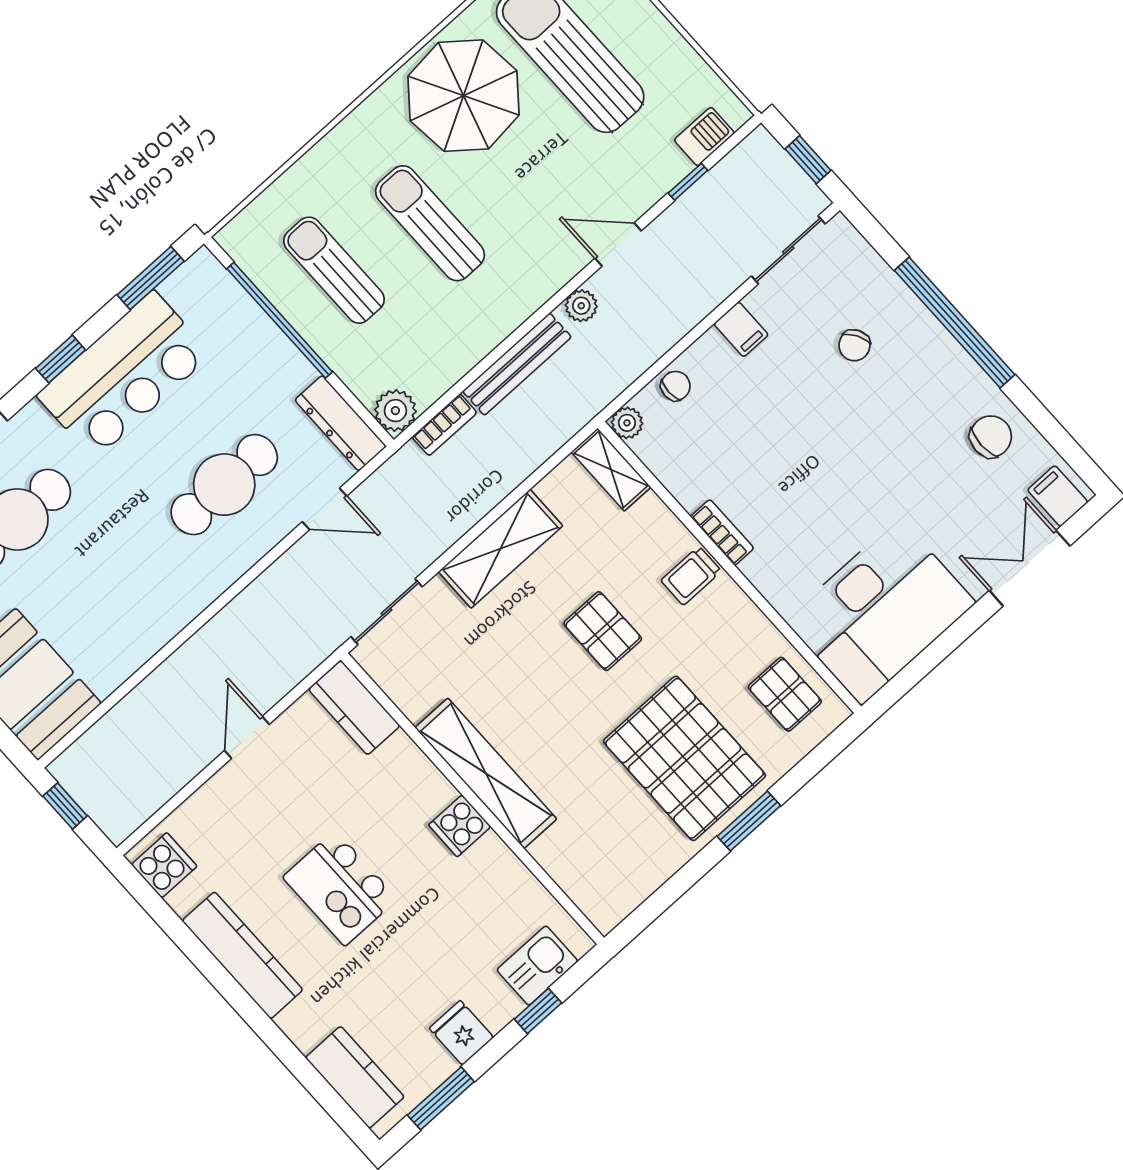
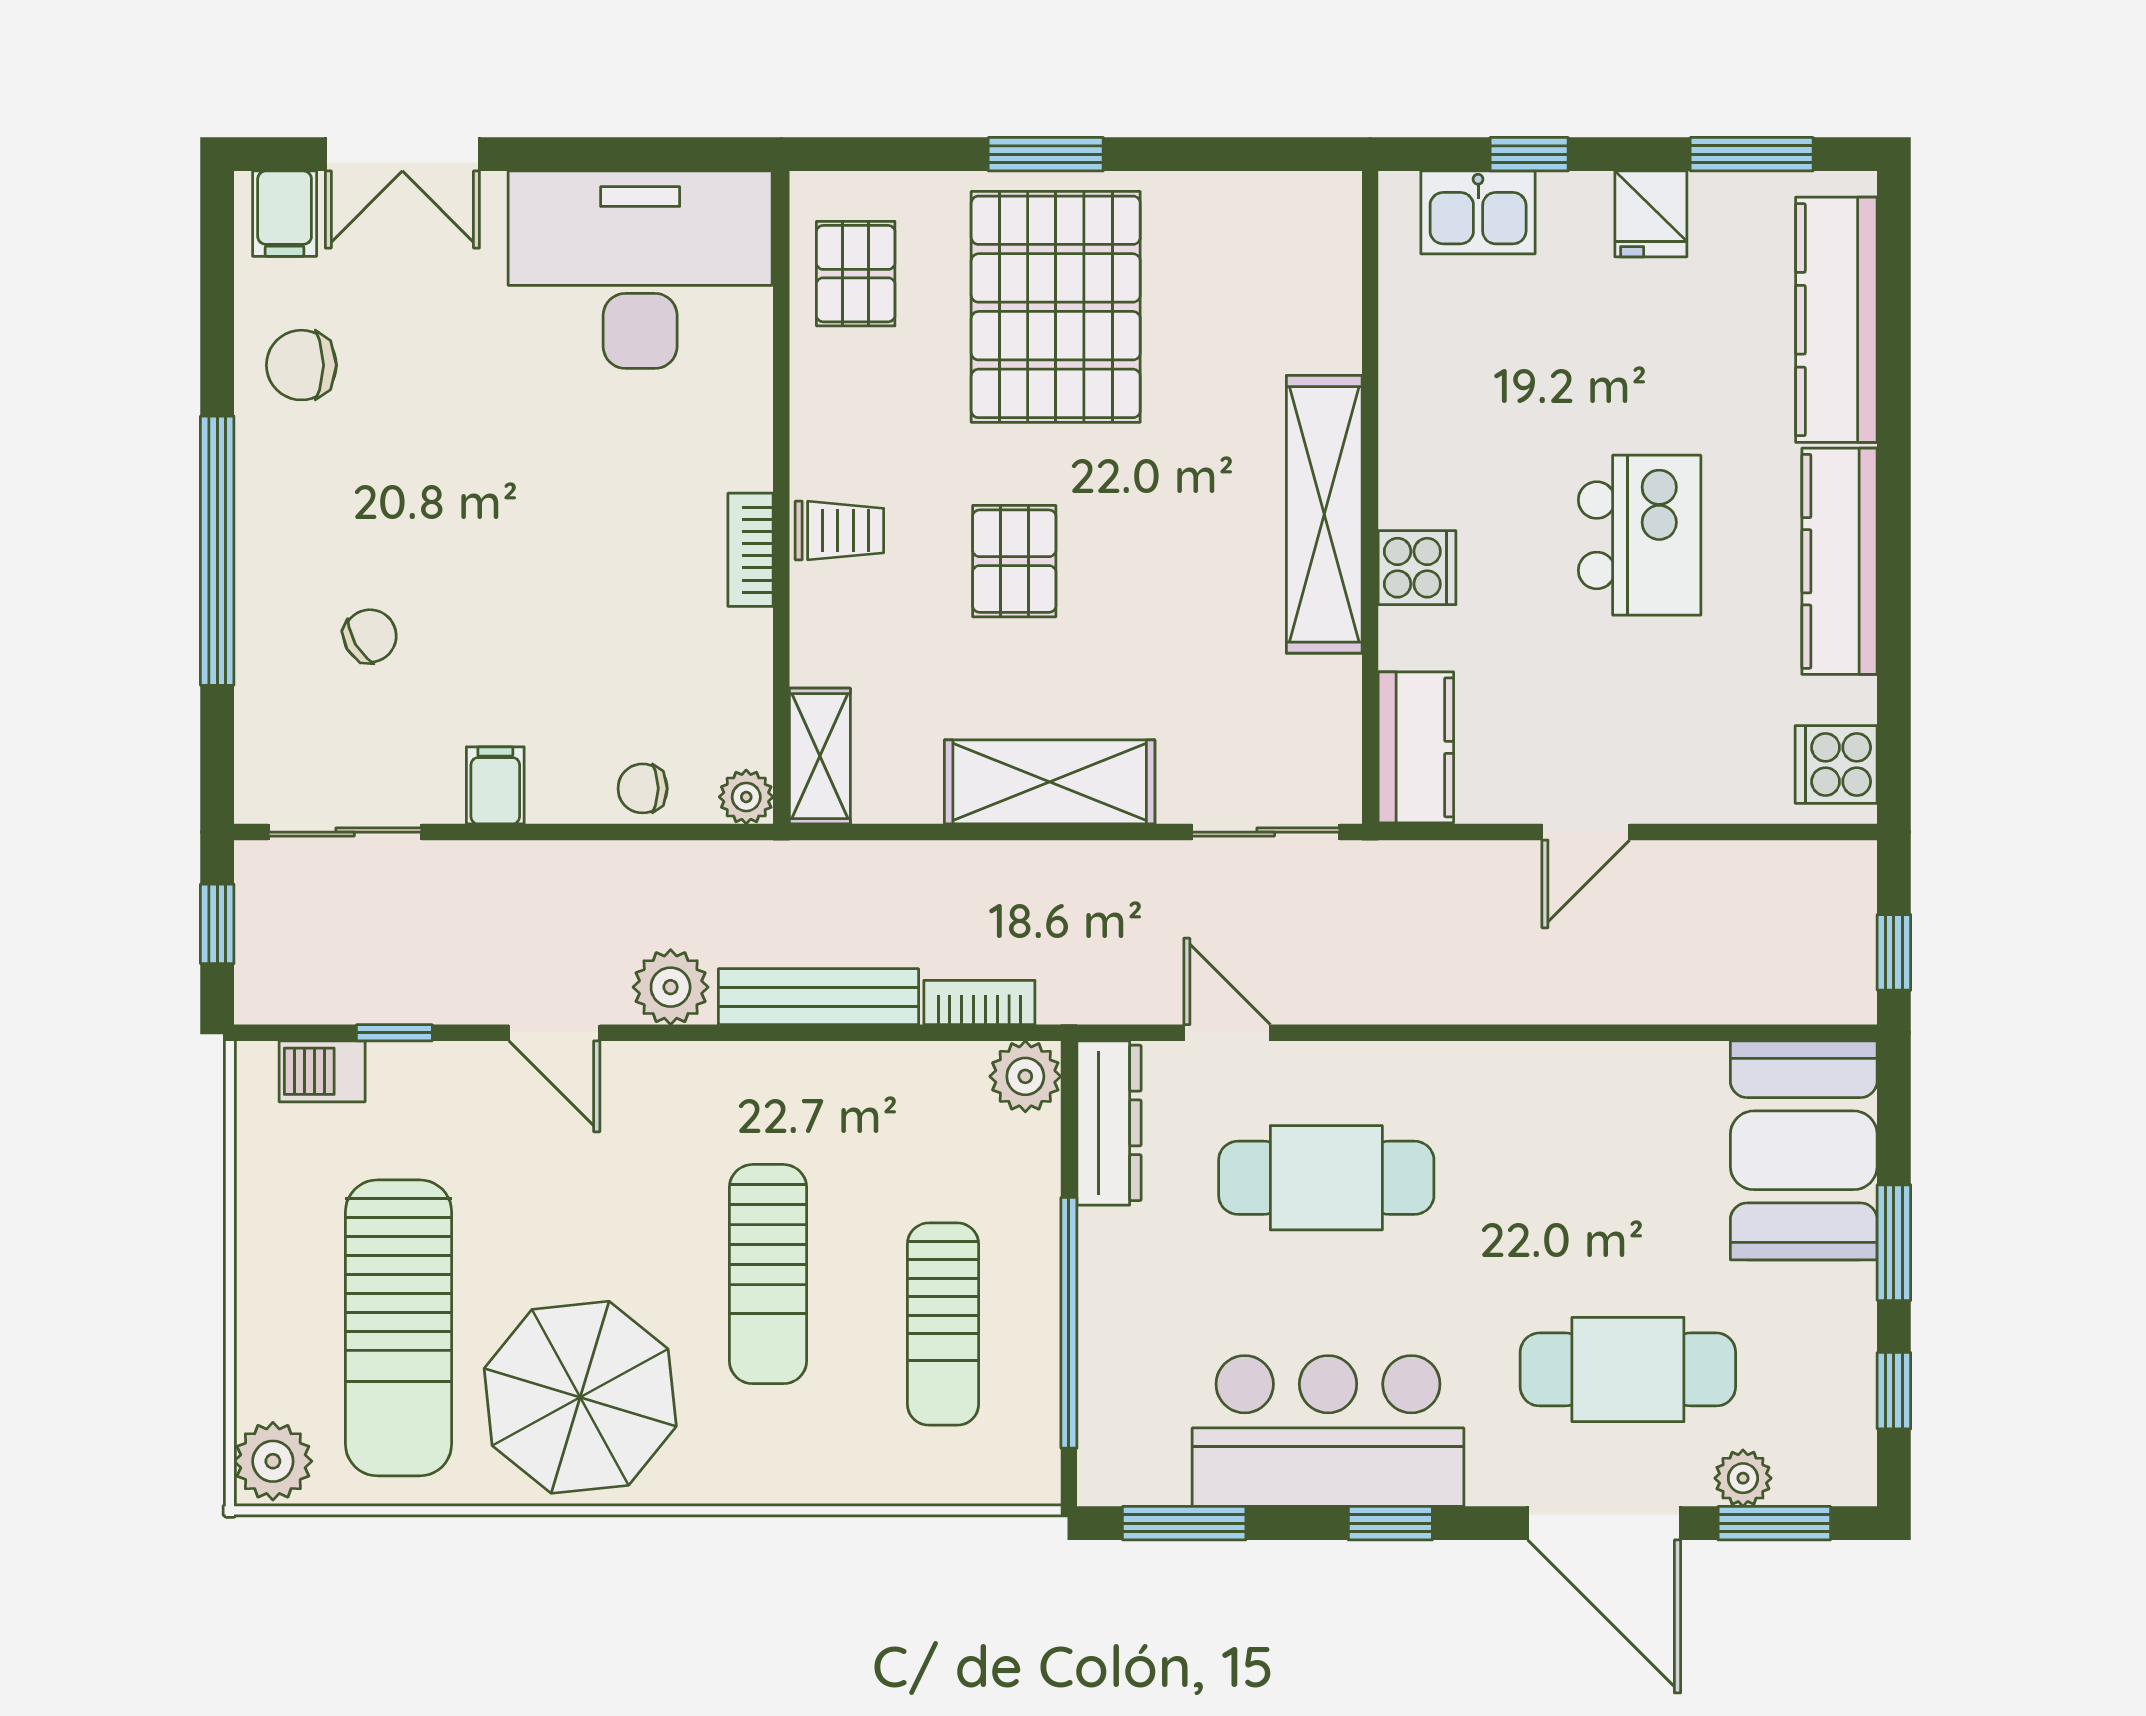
plant: (581, 306) -> (671, 987), width x1.38, depth x1.38
cooker: (460, 826) -> (1417, 568), moved
kitchen counter: (355, 1077) -> (1836, 320), width x1.50

